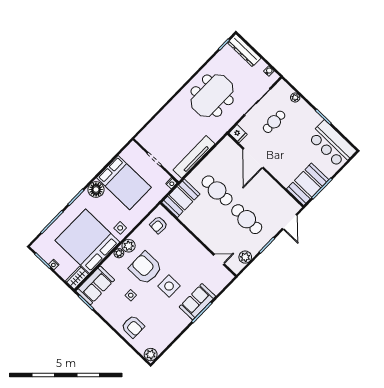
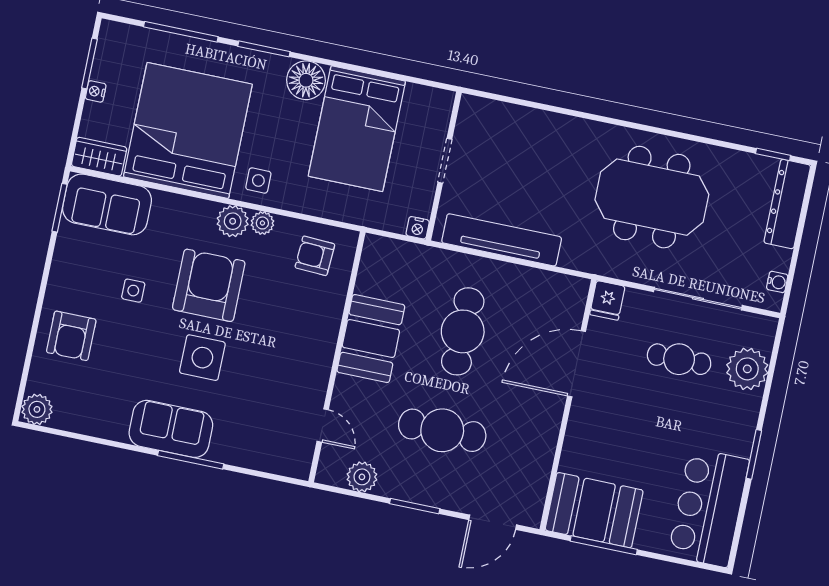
plant: (295, 97) -> (747, 369), width x1.88, depth x1.88
booth: (181, 198) -> (371, 339), moved, turned 90
cafe table: (247, 219) -> (442, 430), turned 90
plant: (119, 253) -> (262, 223), moved
sofa: (197, 302) -> (171, 429), moved

